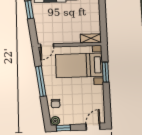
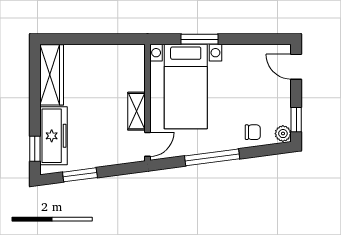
shelving: (91, 38) -> (137, 111), moved
door: (47, 45) -> (148, 144), hinge flipped

